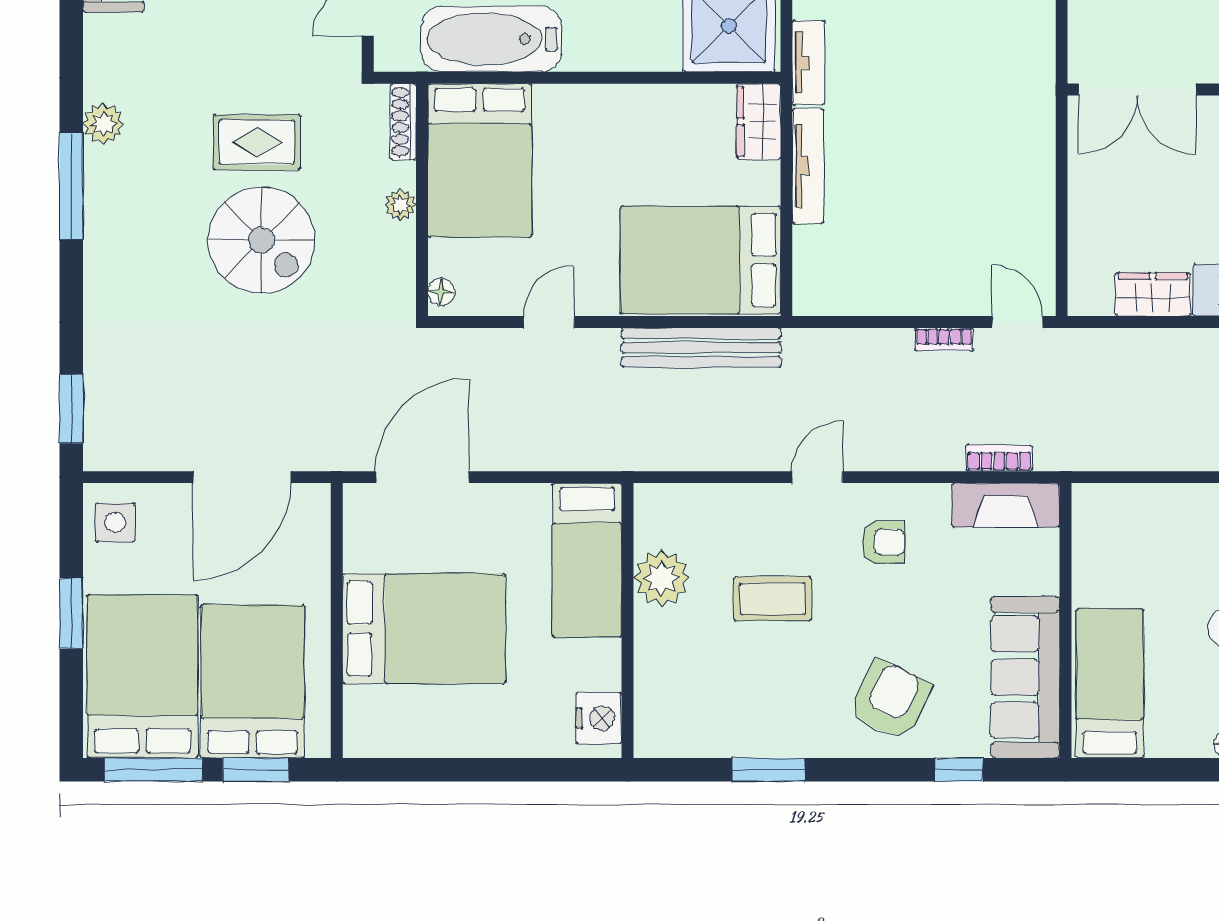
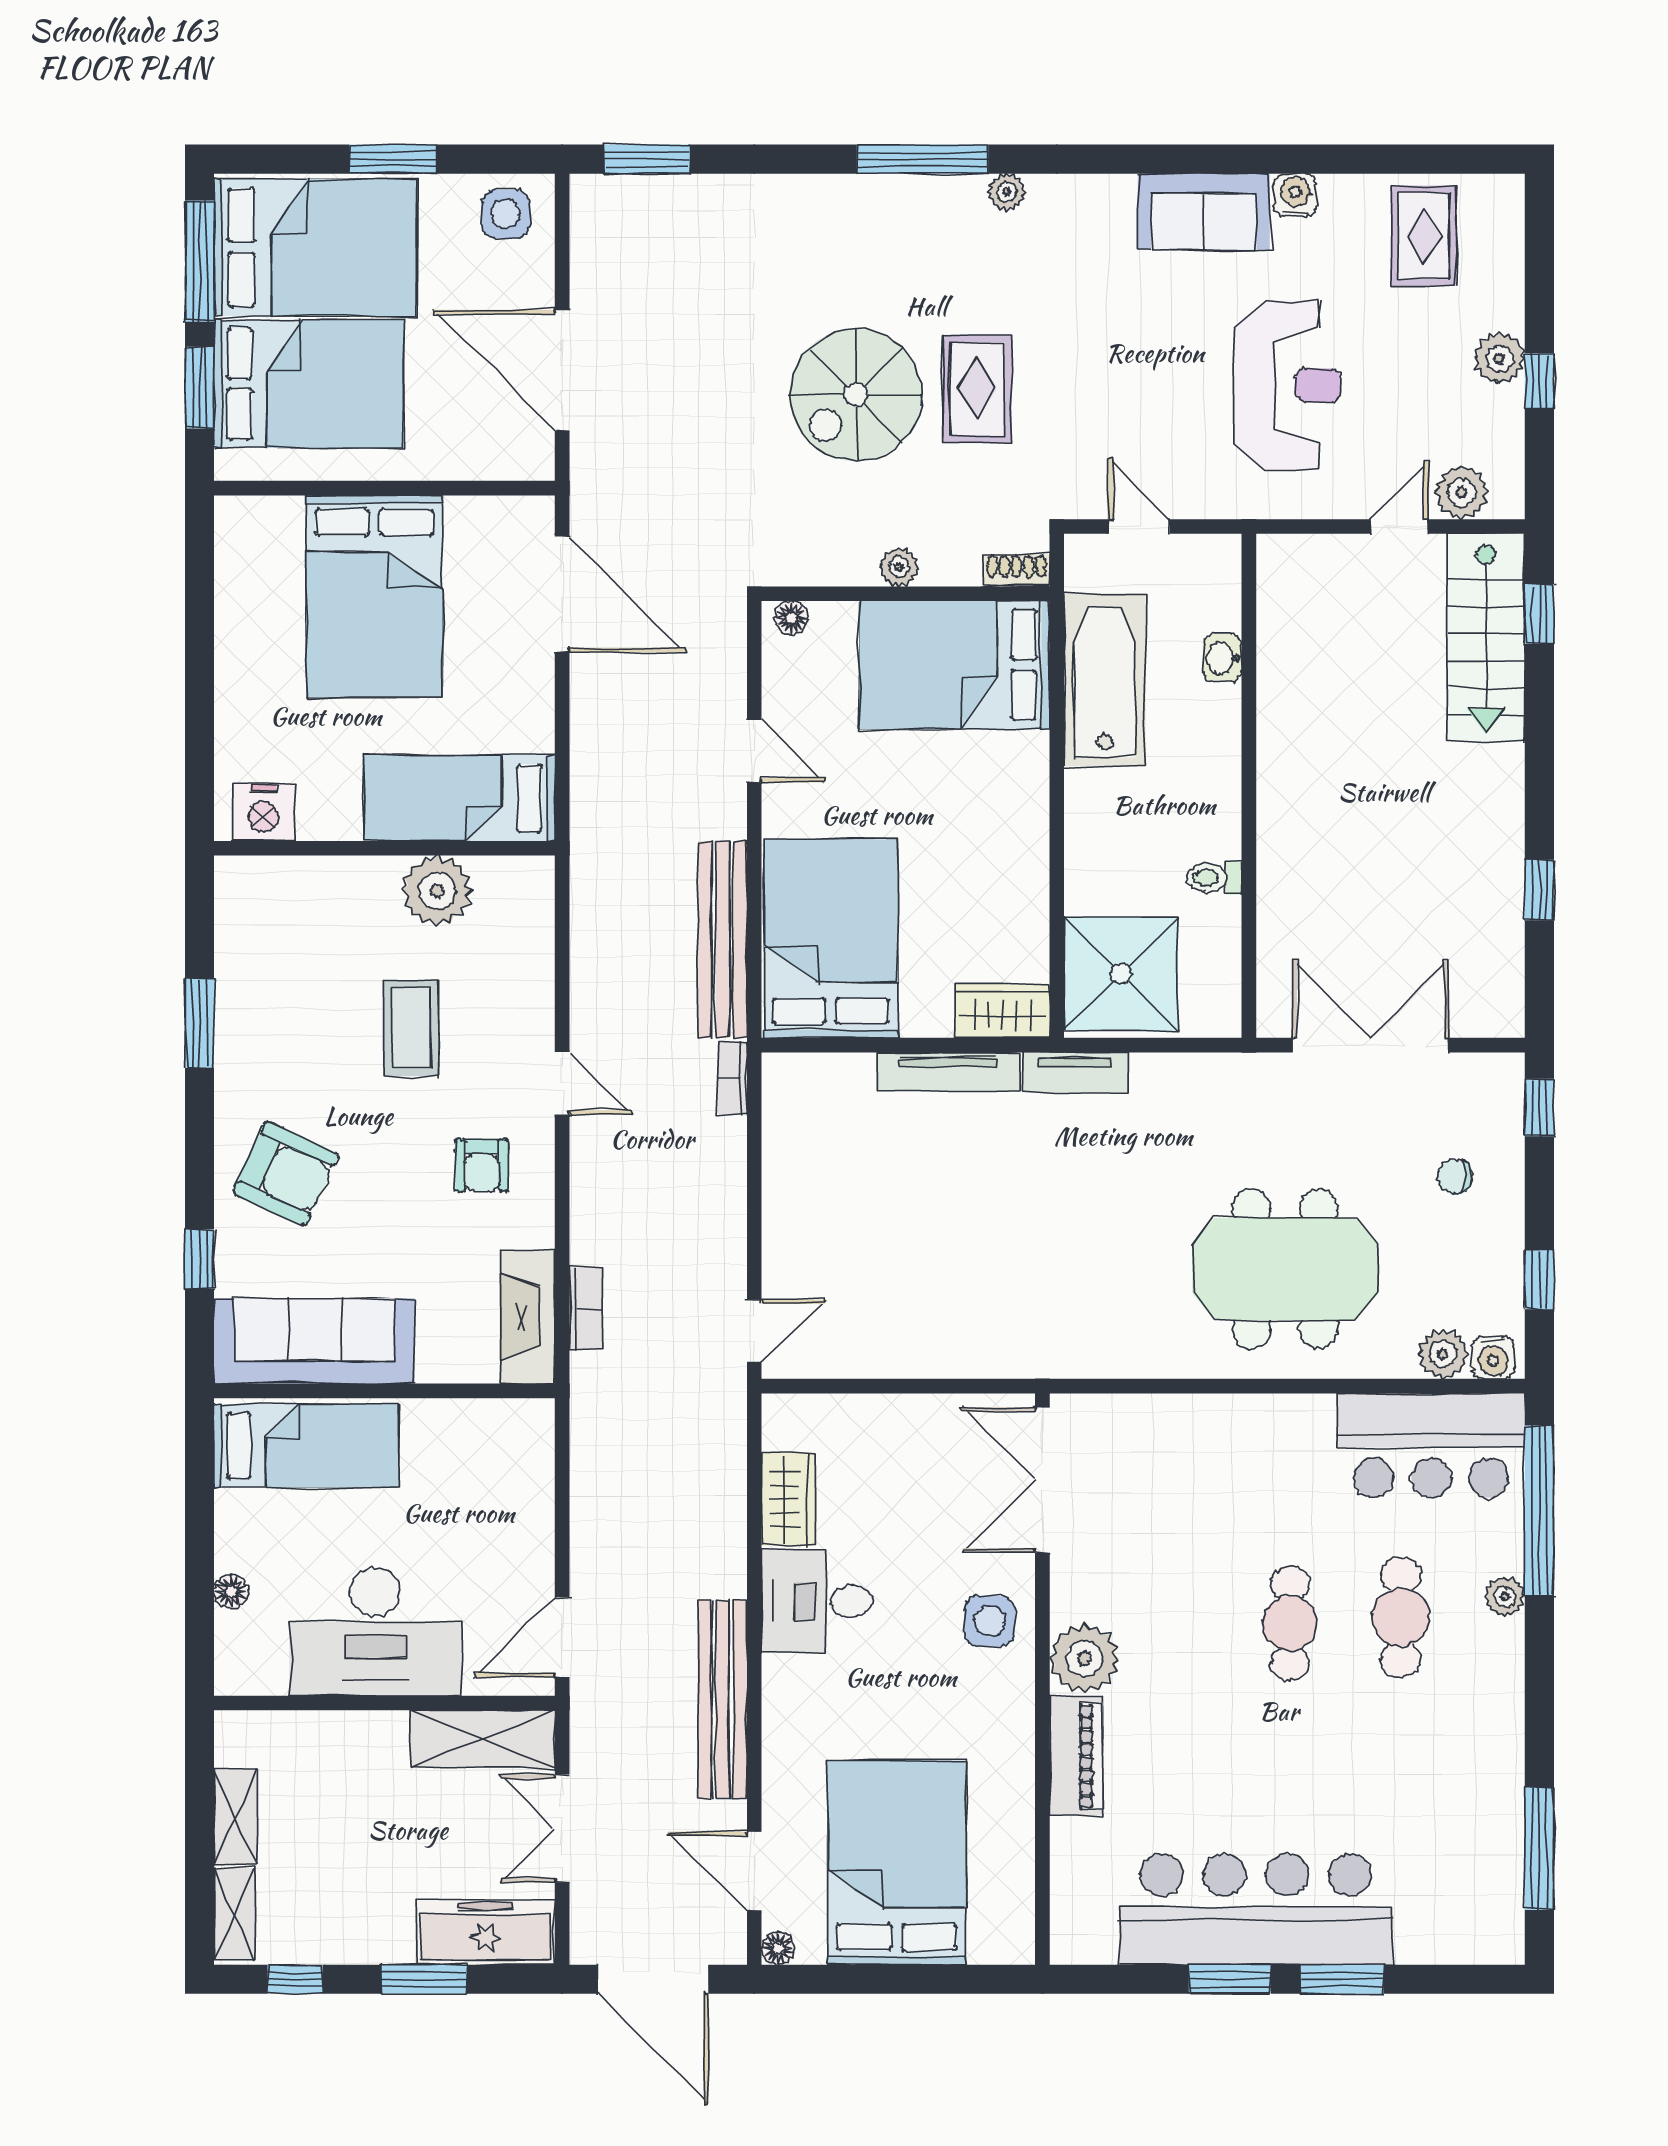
shoe rack: (403, 122) -> (1017, 570), width x0.70
plant: (103, 124) -> (1007, 192), width x0.73, depth x0.73
bookcase: (944, 340) -> (733, 1078), moved

